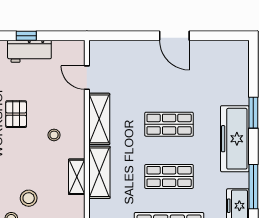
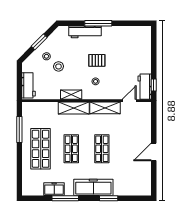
window: (26, 36) -> (154, 85), moved
workbench: (29, 51) -> (145, 87), moved
pallet: (16, 114) -> (97, 60), moved

